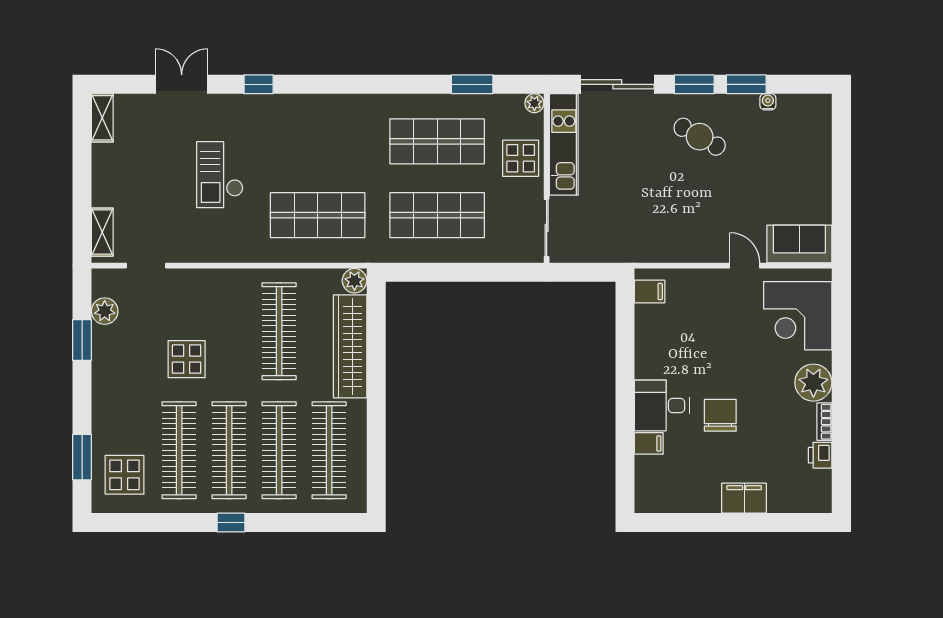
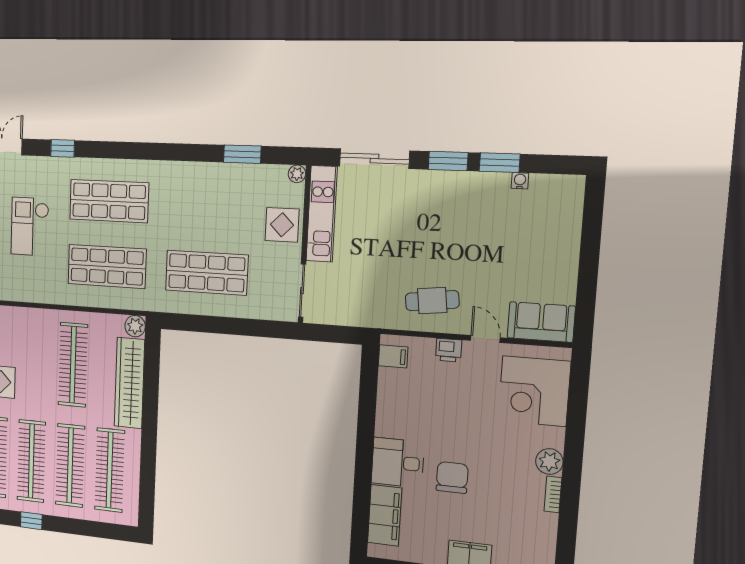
cafe table: (700, 137) -> (432, 301), moved, turned -36
shop shelf: (437, 141) -> (109, 201), moved
plant: (813, 383) -> (549, 461), width x0.73, depth x0.73
filing cabinet: (649, 443) -> (385, 515), width x3.00, depth x1.17
printer: (820, 455) -> (449, 350), moved, turned -90

